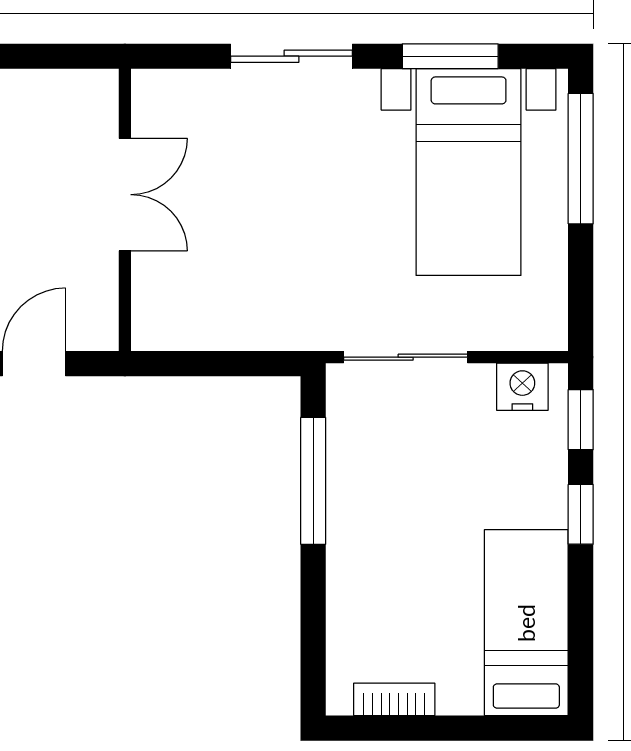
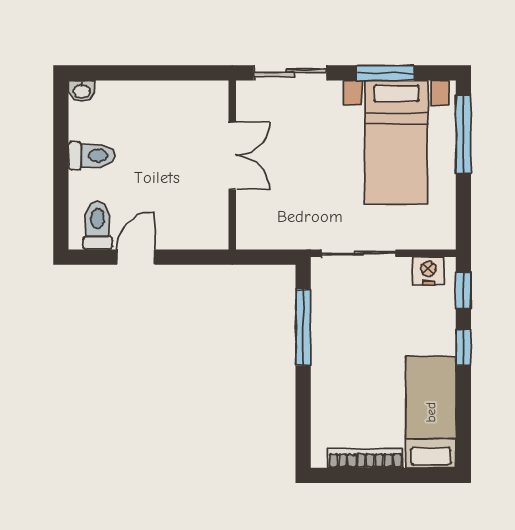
double door: (125, 195) -> (232, 156), moved
wall: (125, 210) -> (232, 165), moved
bookcase: (394, 699) -> (365, 458), width x1.56

